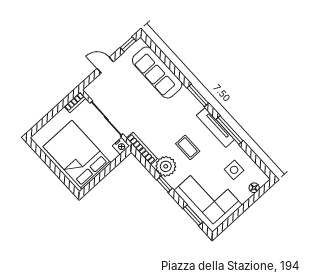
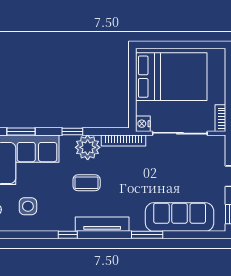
window: (198, 95) -> (147, 235), moved
tv unit: (215, 128) -> (102, 224), moved
window: (229, 130) -> (68, 235), width x0.46

